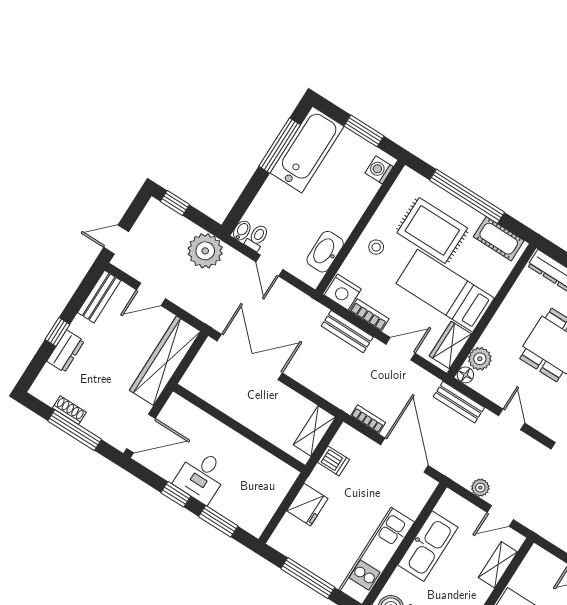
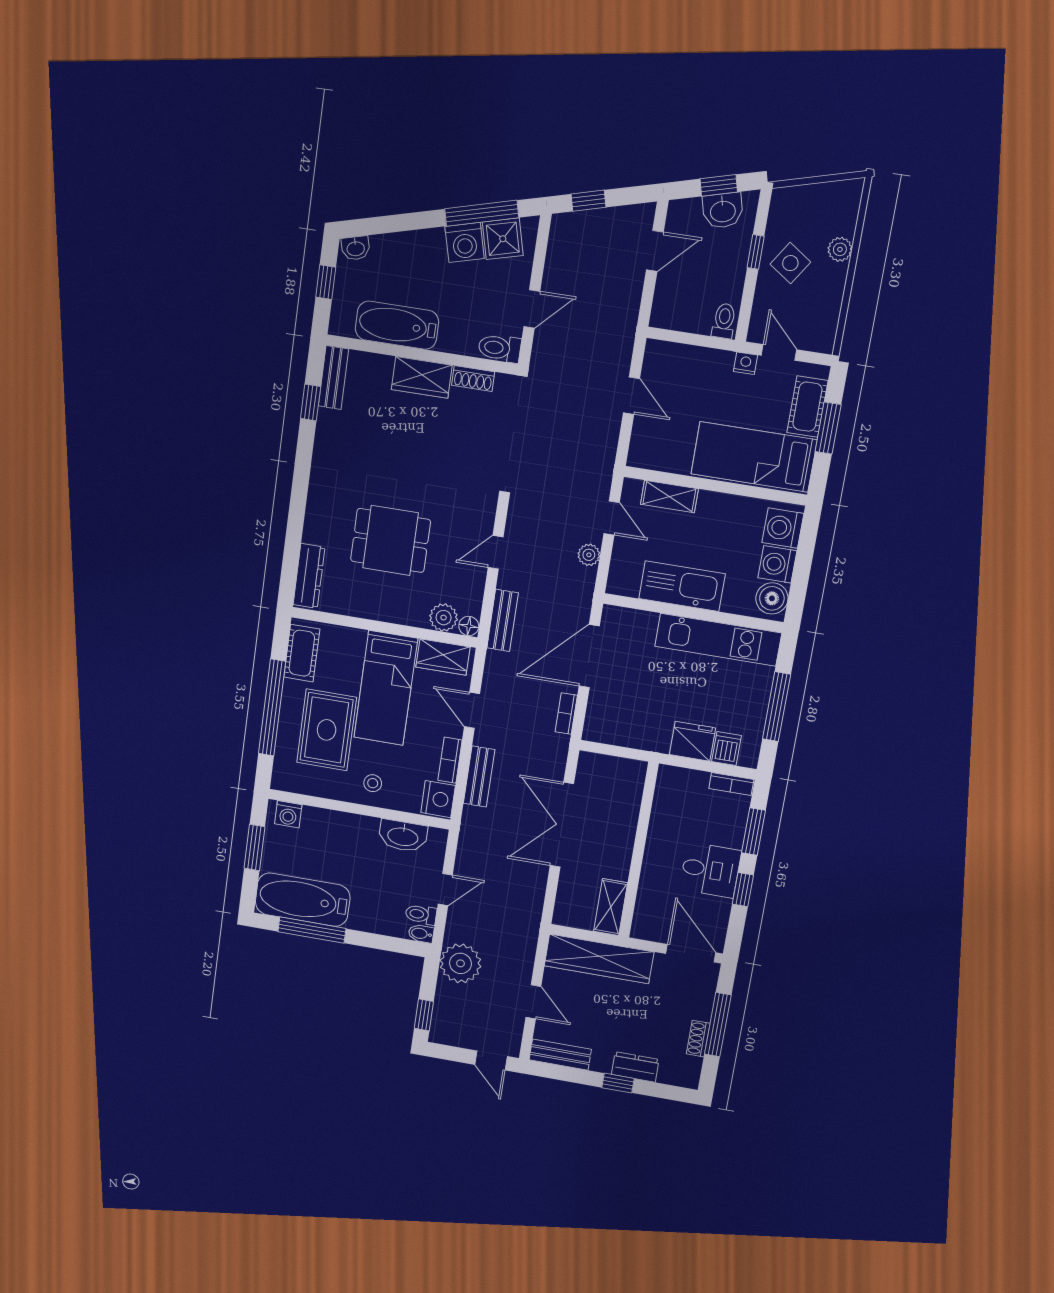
double door: (250, 357) -> (562, 825), moved
shelving: (314, 431) -> (611, 907), moved, turned 90
dishwasher: (333, 461) -> (727, 749), moved
bookcase: (262, 520) -> (731, 784), added

